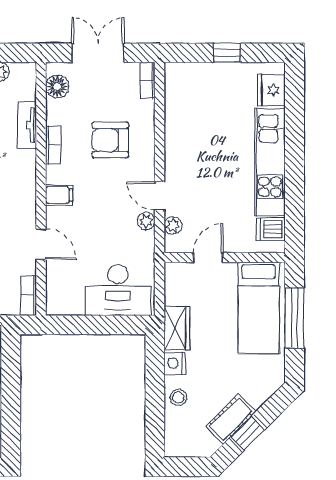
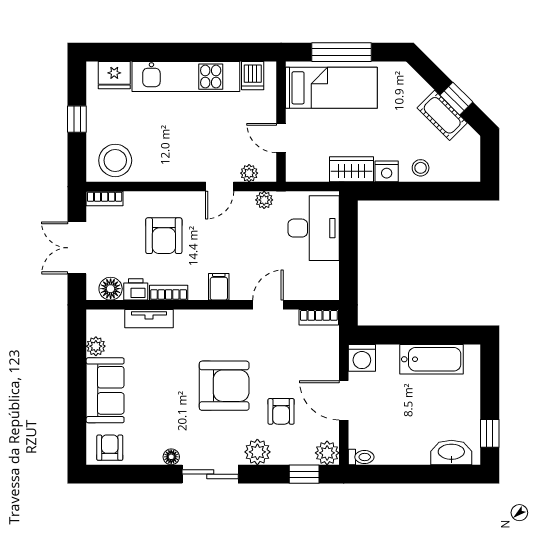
stool: (186, 91) -> (115, 160), added
printer: (56, 112) -> (136, 289), added
plant: (146, 221) -> (264, 200), moved

